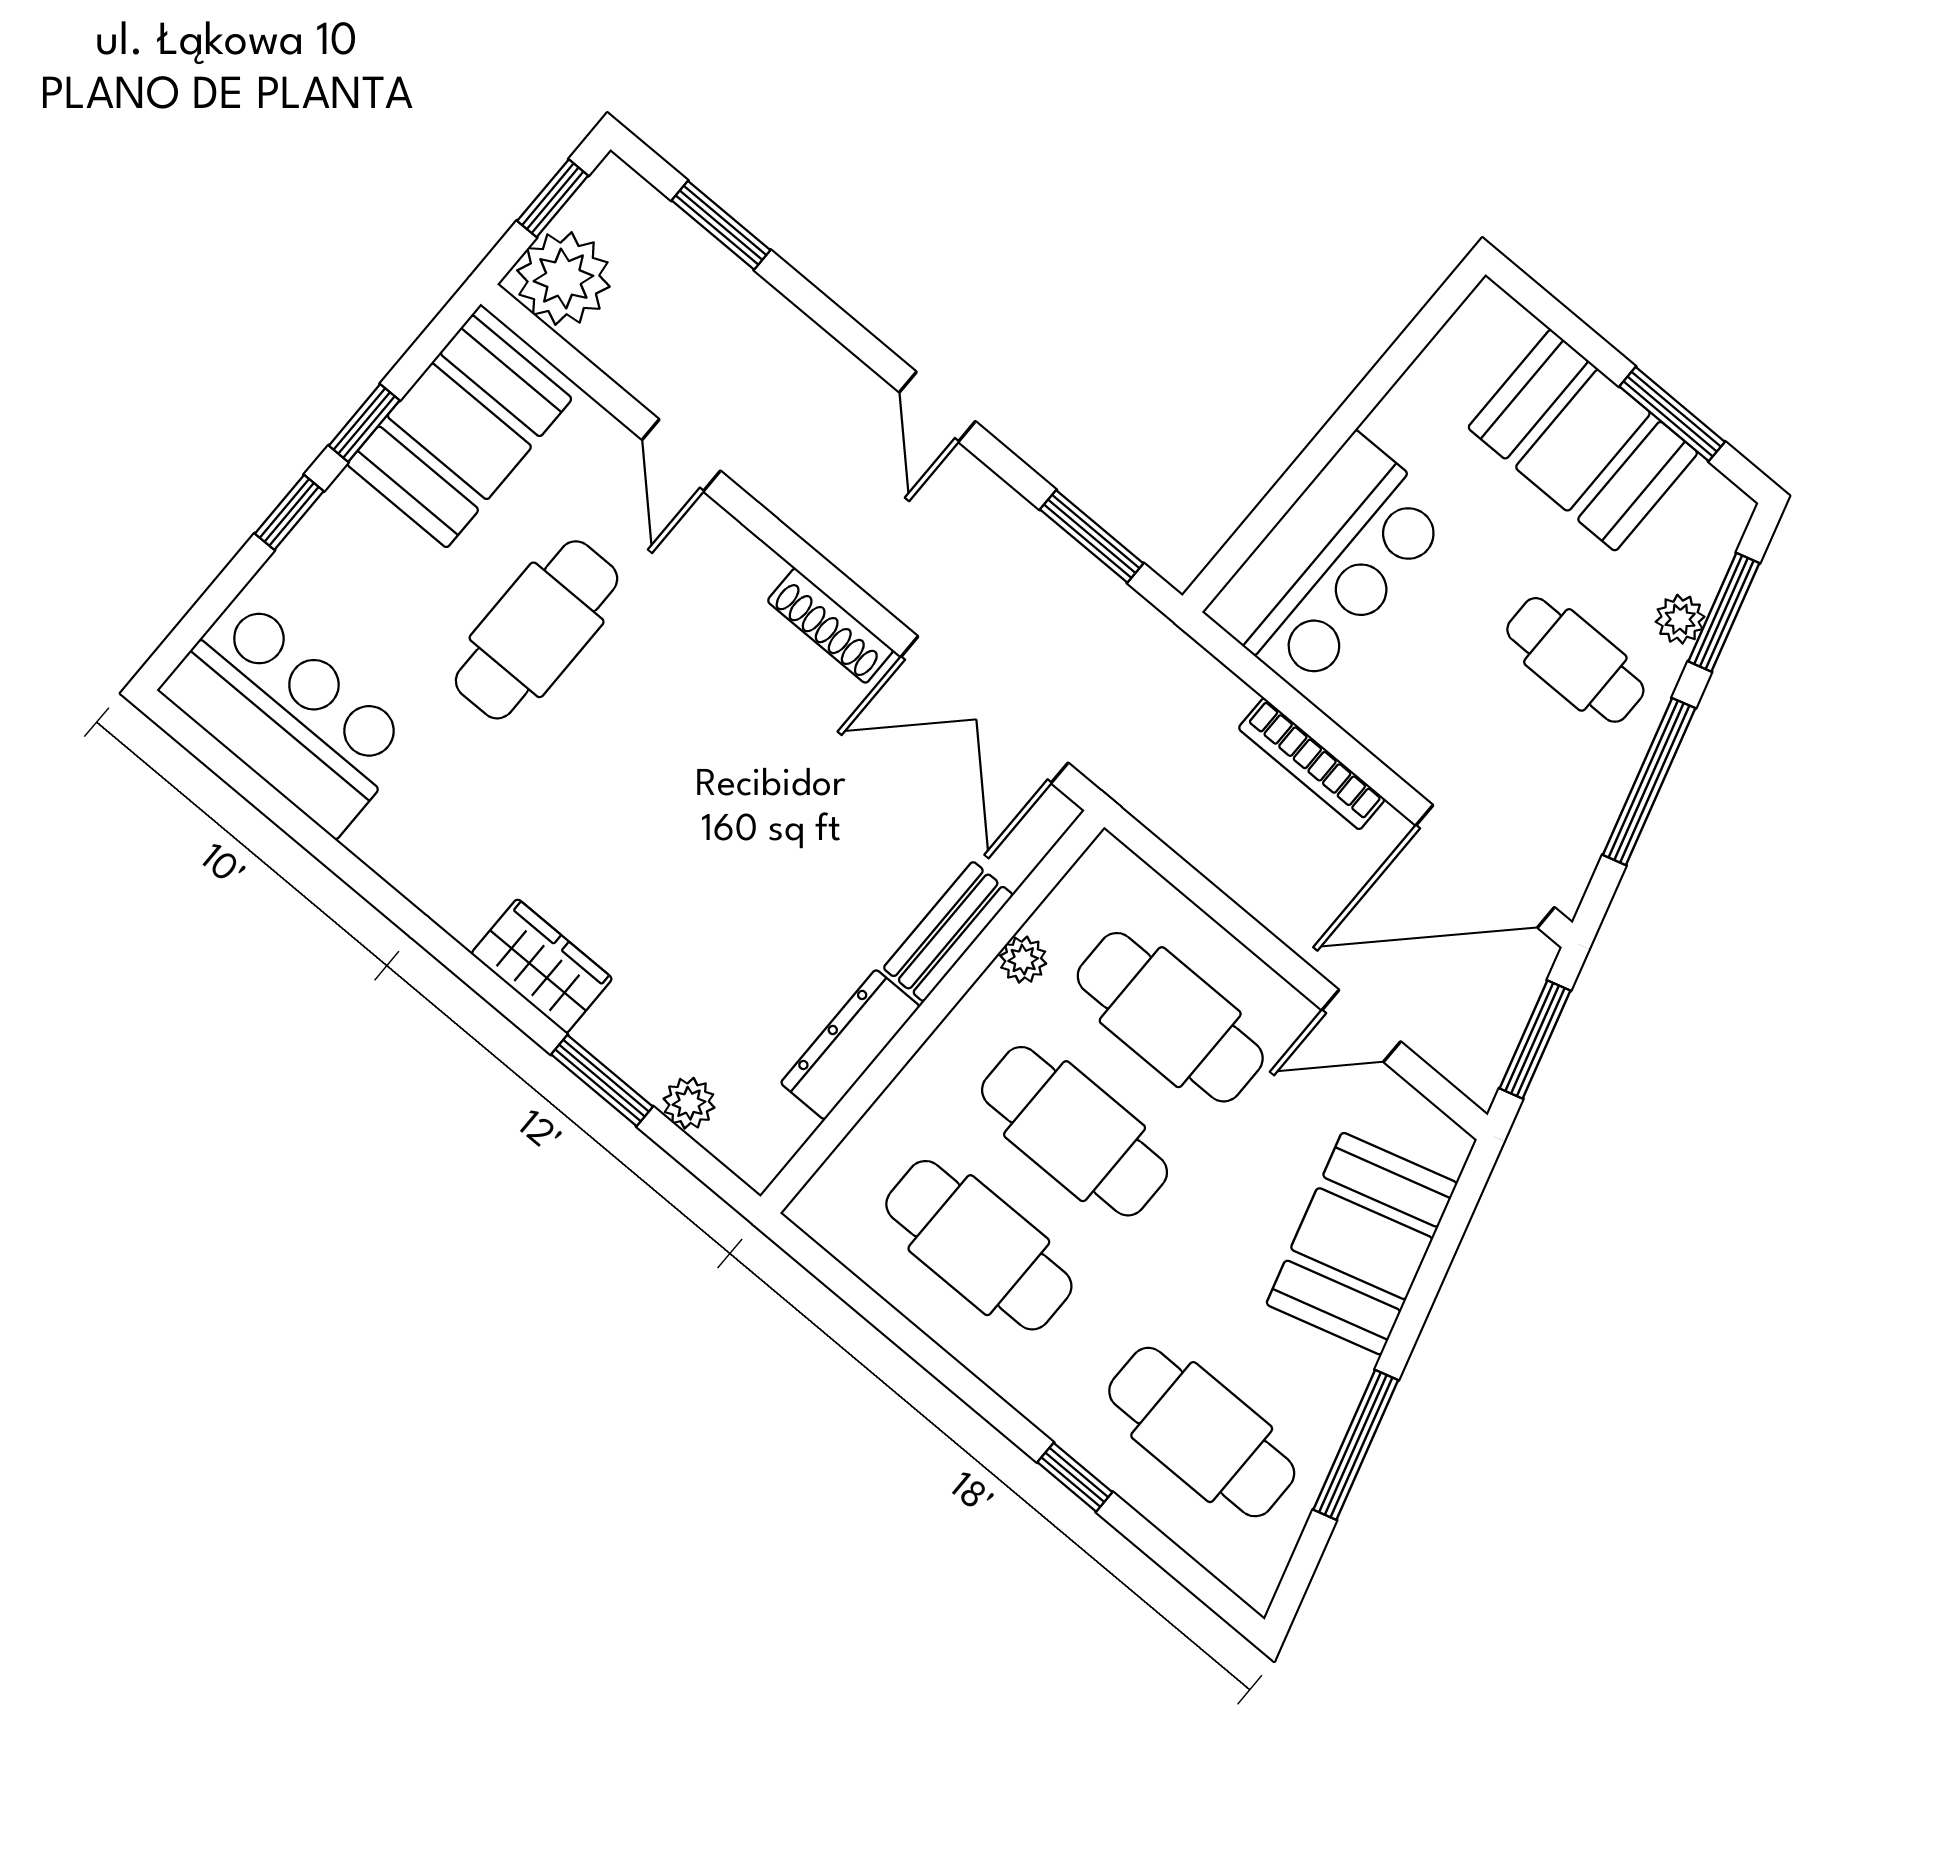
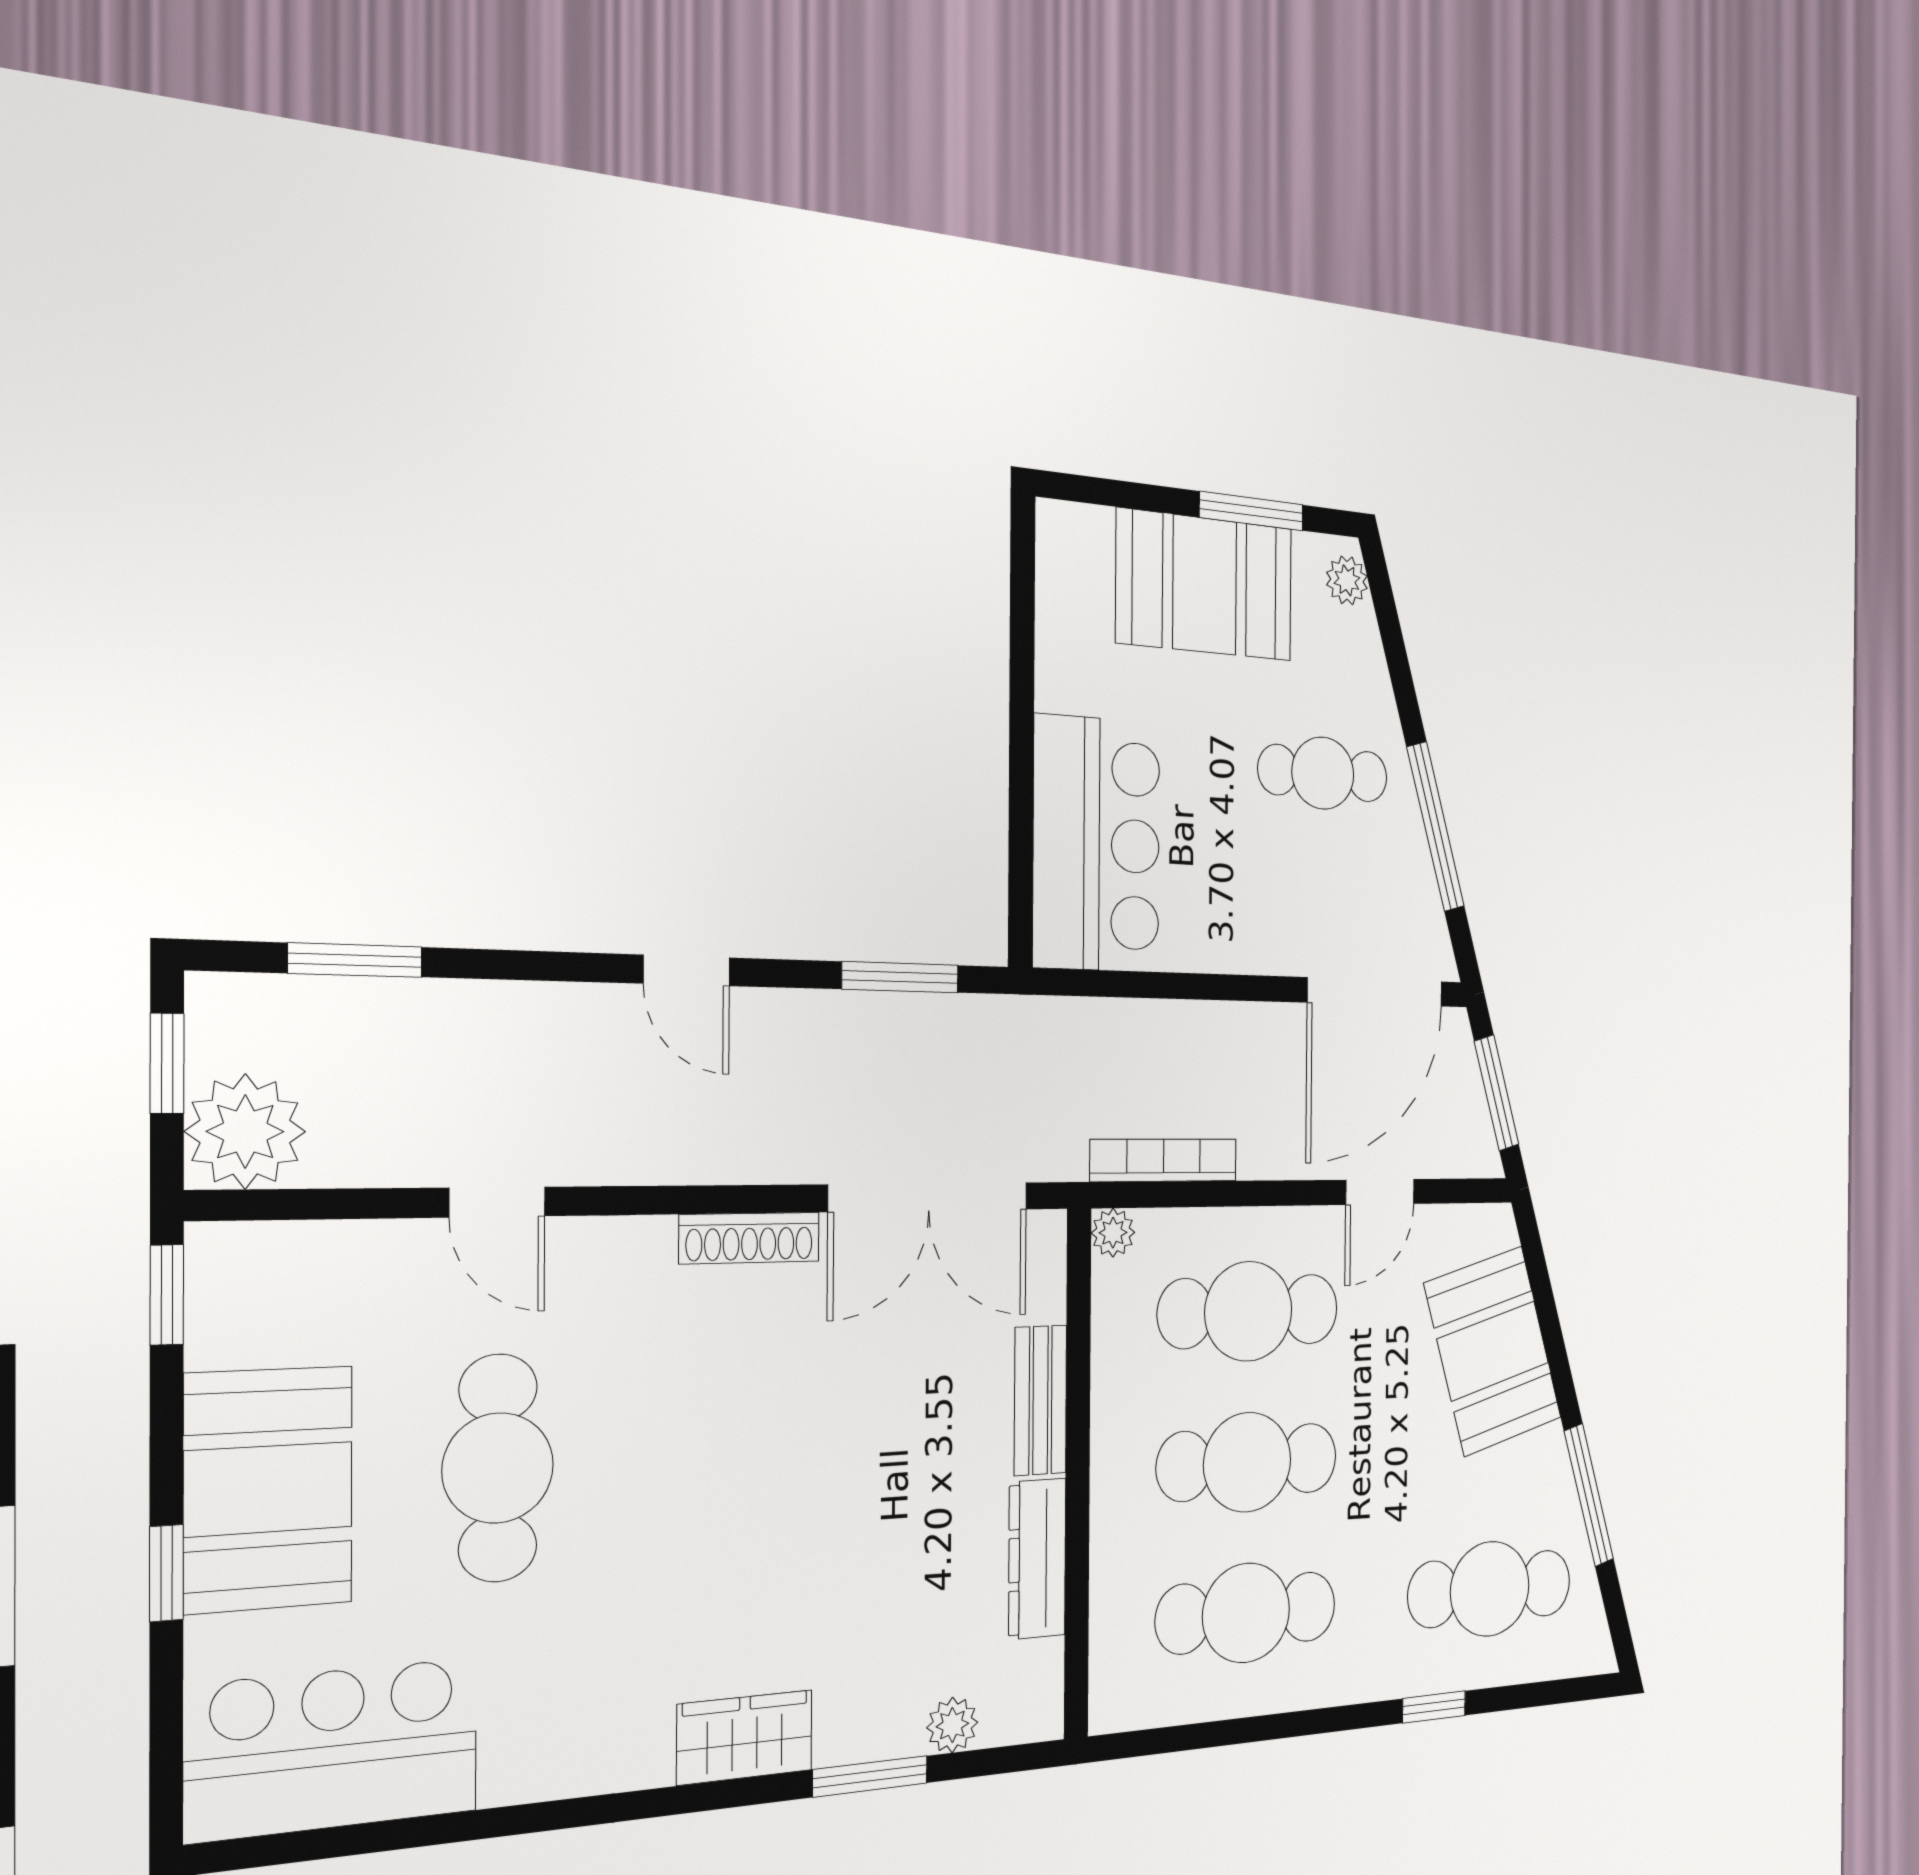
window: (364, 423) -> (167, 1295), moved
booth: (459, 431) -> (269, 1489), moved
window: (1724, 612) -> (1394, 648), removed
plant: (1680, 619) -> (1347, 580), moved
bookcase: (1312, 764) -> (1164, 1160), moved, turned 180
plant: (1023, 960) -> (1113, 1233), moved

